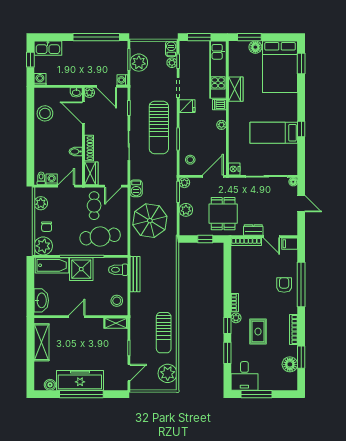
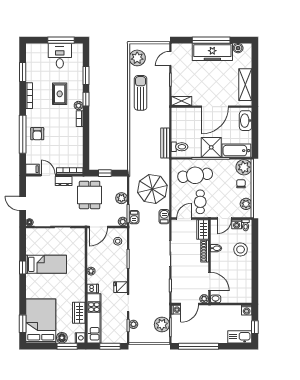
barbecue: (171, 49) -> (134, 217), moved
door: (106, 86) -> (190, 304), swing flipped
wardrobe: (236, 89) -> (79, 313), moved
stool: (45, 113) -> (241, 249), moved
sun lounger: (159, 127) -> (145, 269), removed
nightstand: (234, 169) -> (80, 338), moved
stool: (117, 301) -> (181, 120), removed
door: (77, 317) -> (215, 107), width x1.87
floor lamp: (290, 364) -> (32, 66), removed
desk: (244, 376) -> (60, 56), moved

